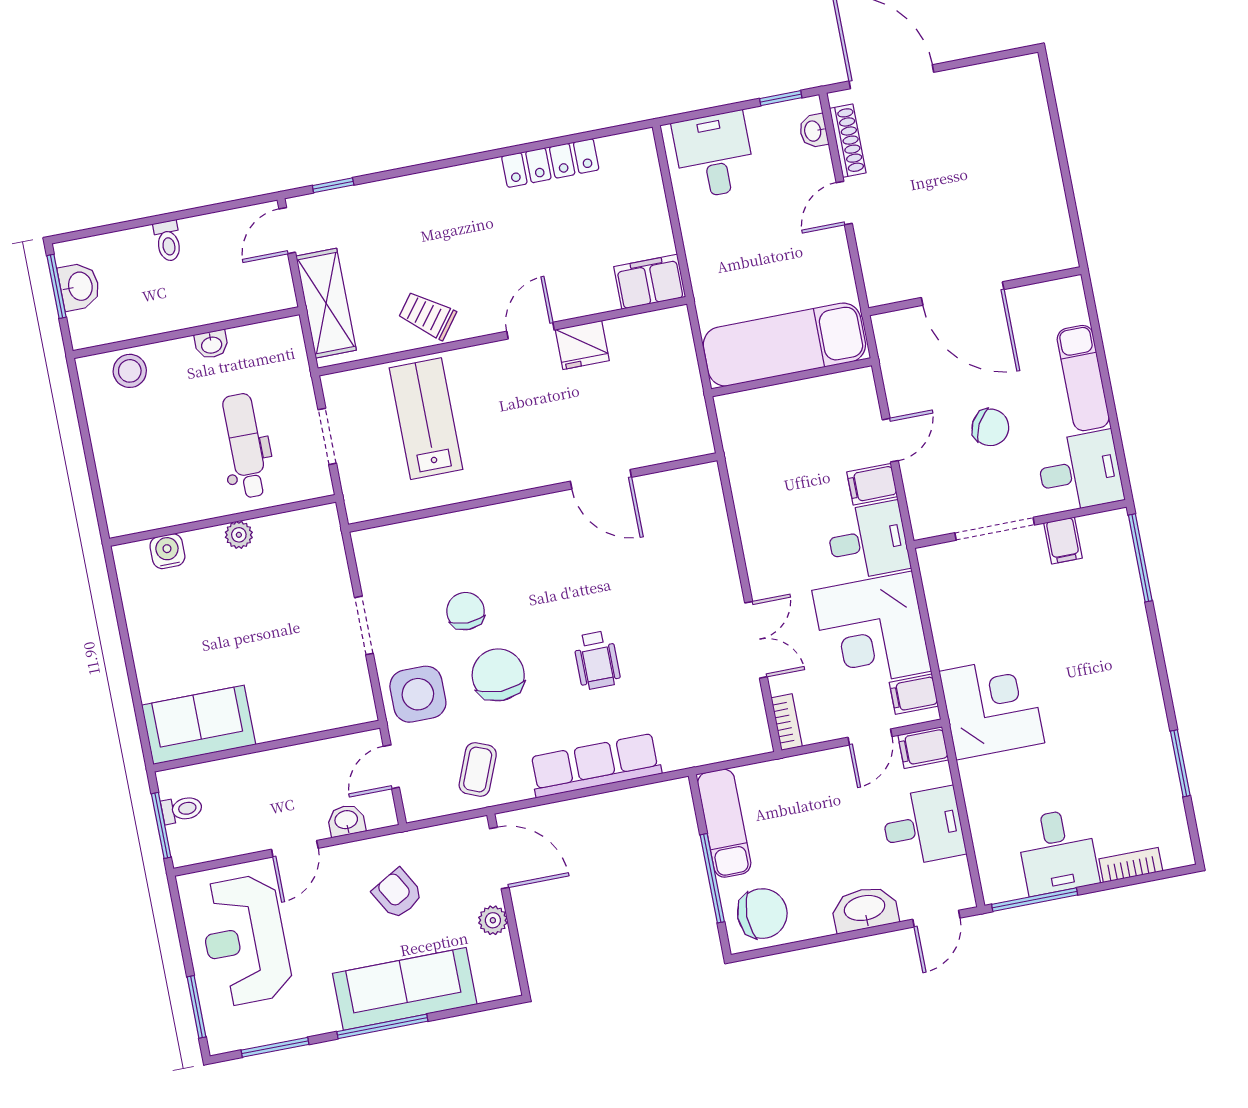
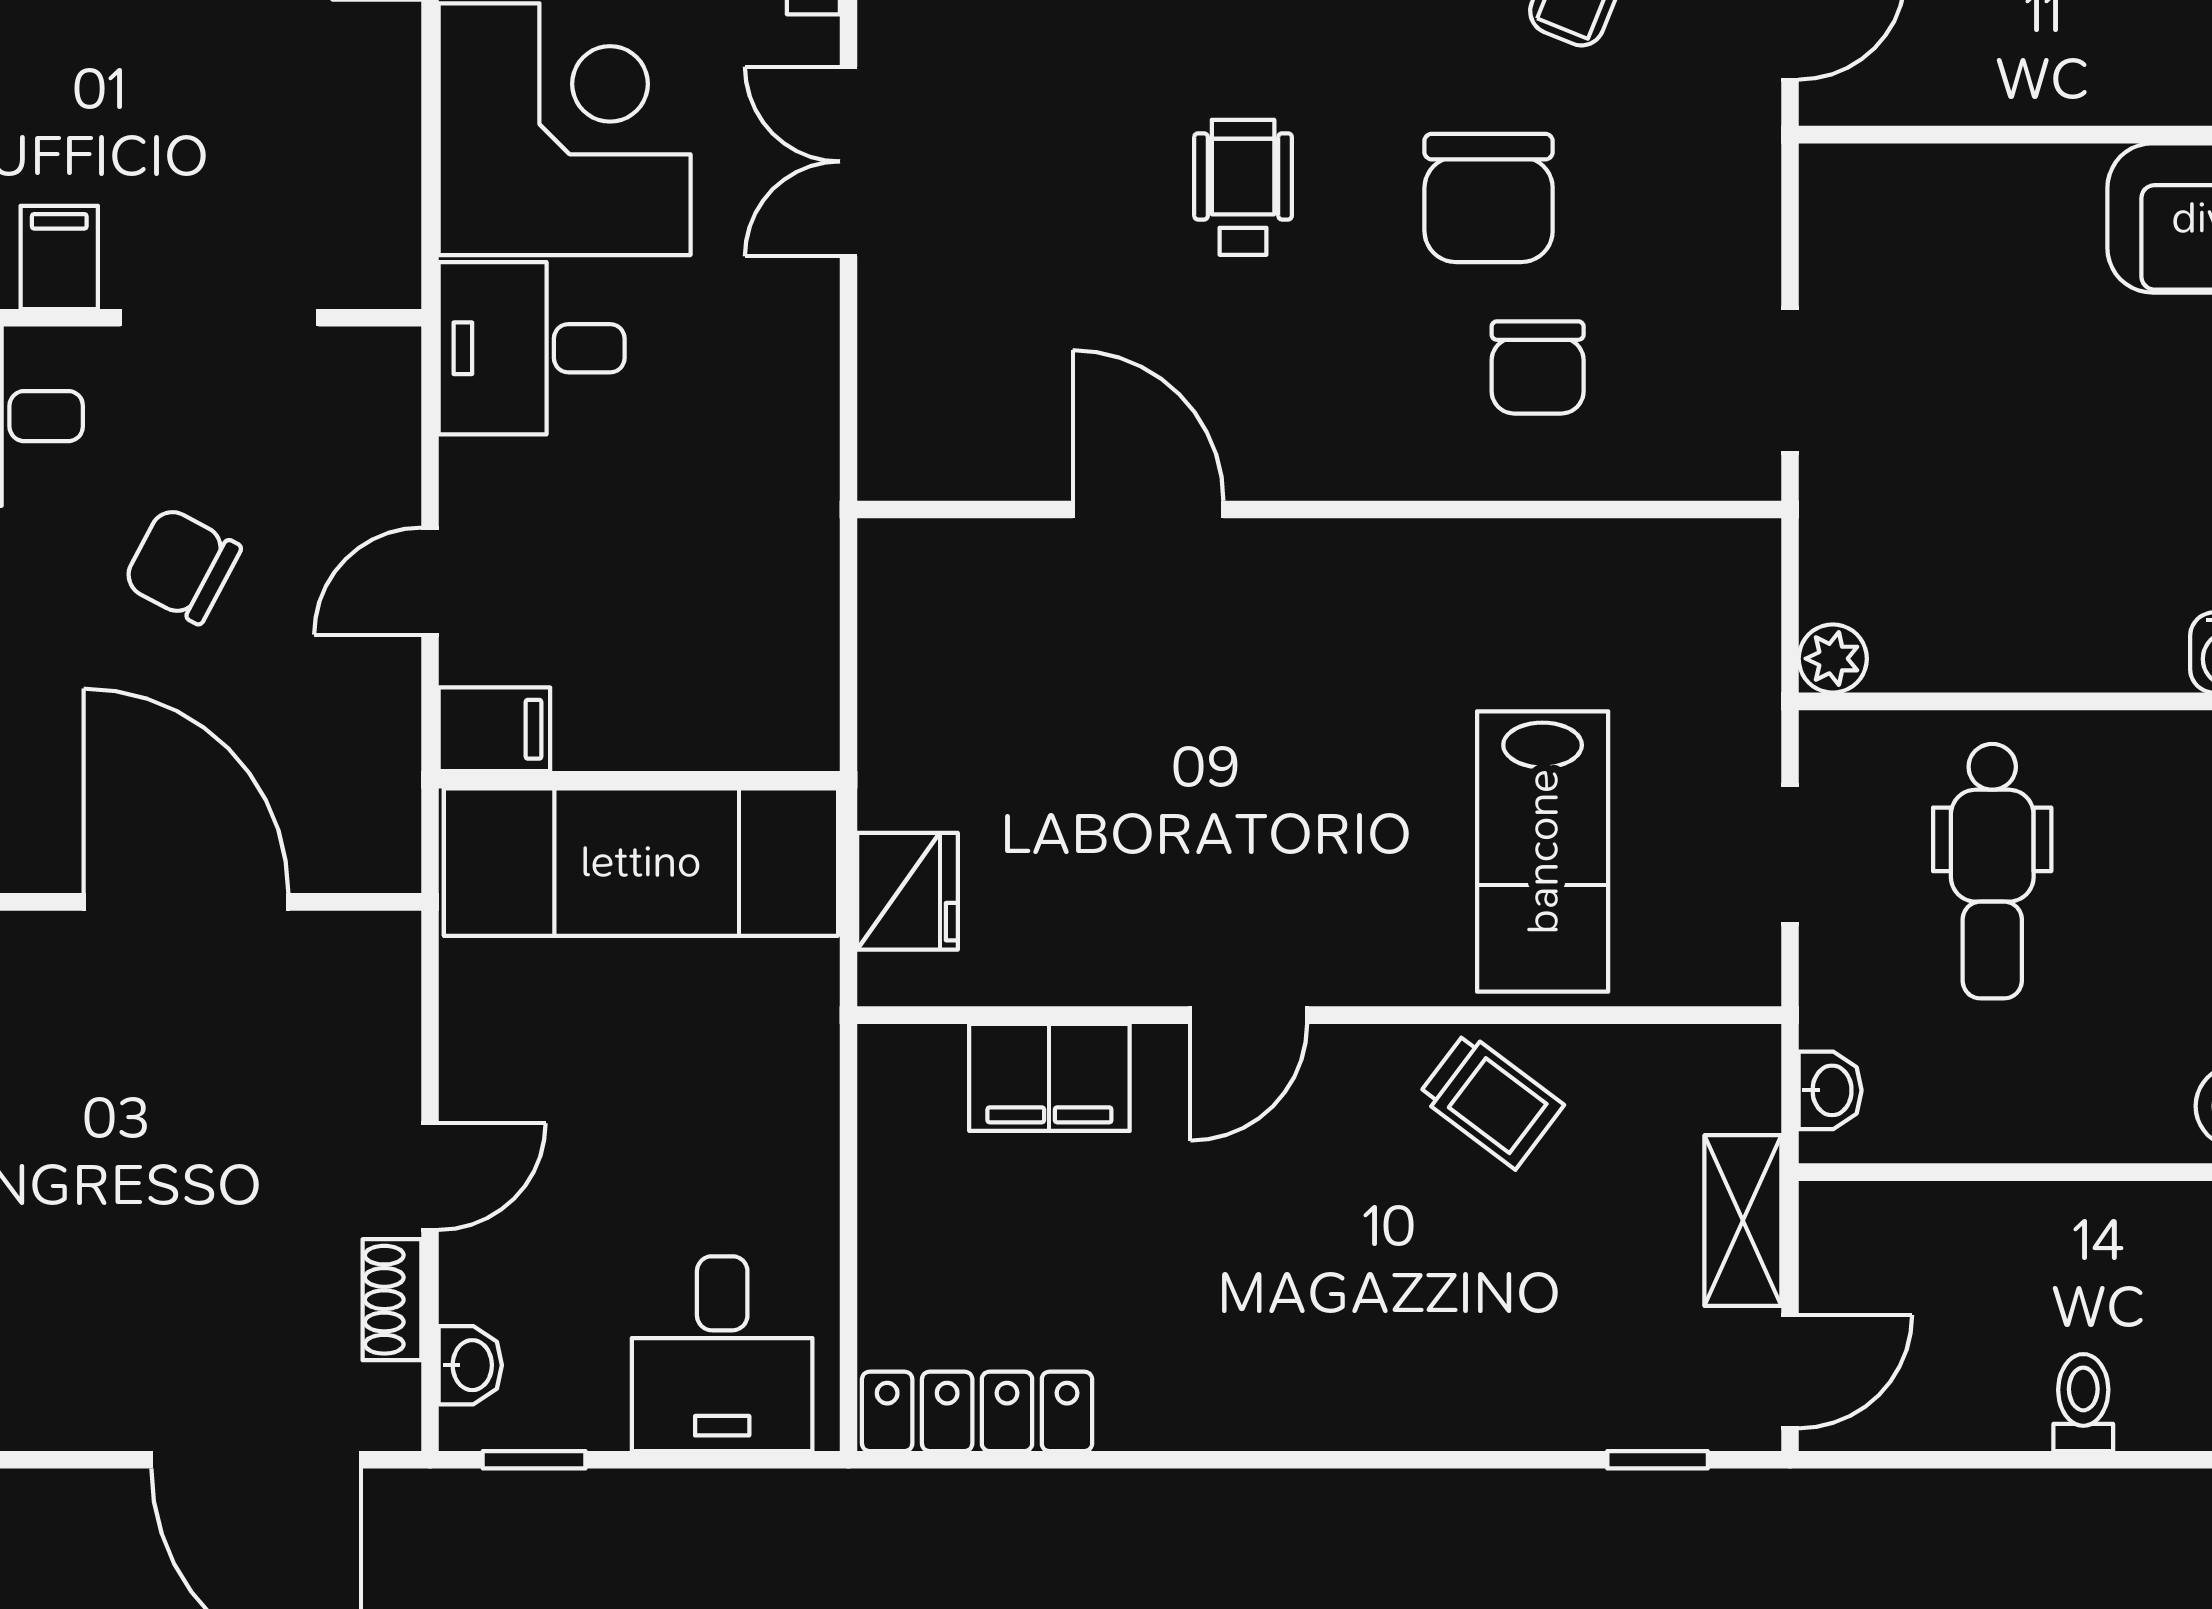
shoe rack: (848, 141) -> (392, 1300), width x0.70
locker: (550, 163) -> (977, 1411), moved
filing cabinet: (650, 282) -> (1049, 1077), moved
shelving: (326, 303) -> (1743, 1221), width x0.67, depth x0.75
washbasin: (211, 344) -> (1830, 1090), moved, turned 90
fridge: (582, 345) -> (908, 891), moved, turned 90
door: (601, 479) -> (1148, 510), moved
filing cabinet: (872, 484) -> (494, 729), moved
wall: (533, 492) -> (1319, 510), moved
plant: (239, 535) -> (1833, 659), moved
side table: (418, 694) -> (1692, 189), removed

